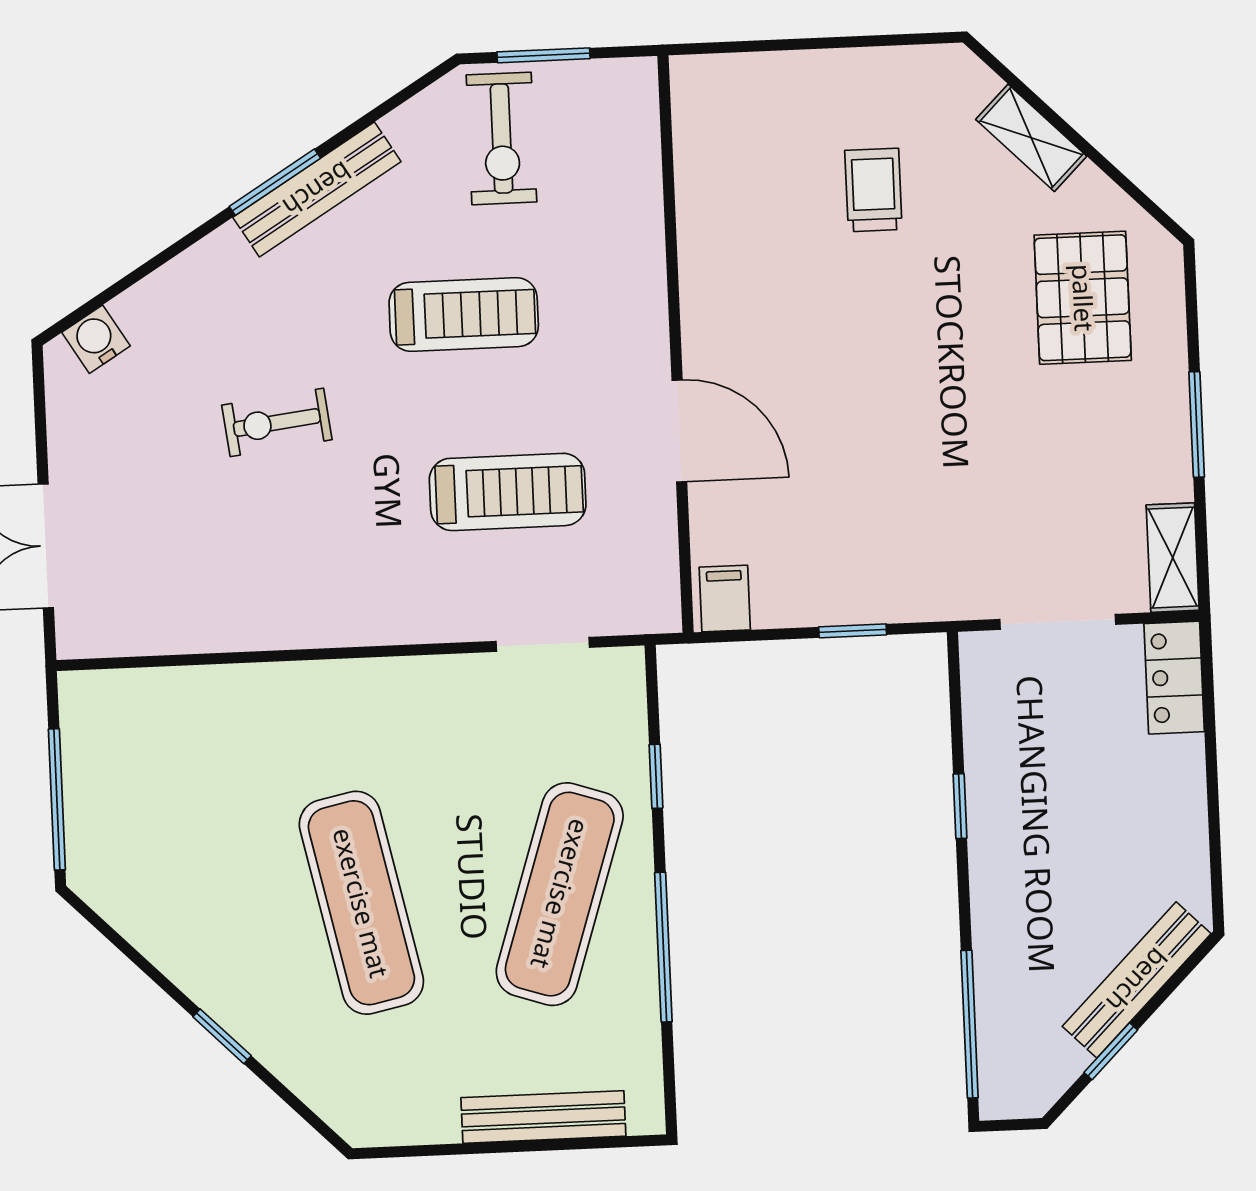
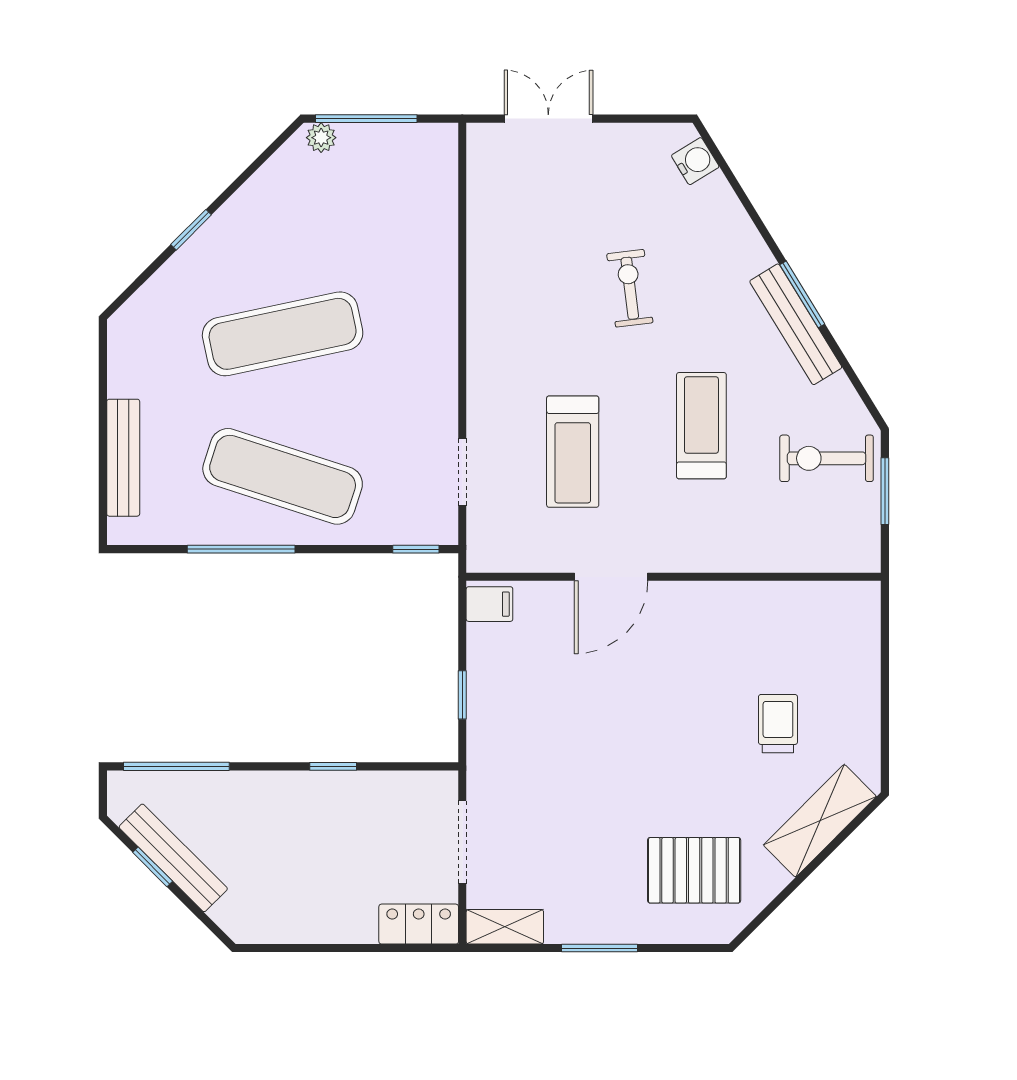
shelving: (1031, 138) -> (820, 821), width x1.50, depth x1.33
trolley: (873, 190) -> (778, 724), turned -90
treadmill: (464, 314) -> (701, 426), turned 180
window: (656, 776) -> (416, 549), moved
plant: (86, 861) -> (321, 138), added
bench: (1137, 980) -> (173, 858), moved

